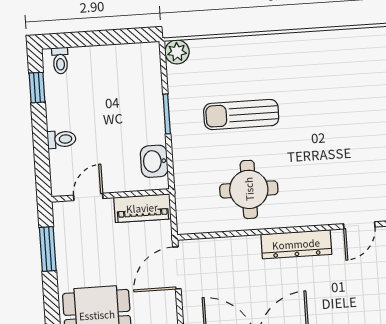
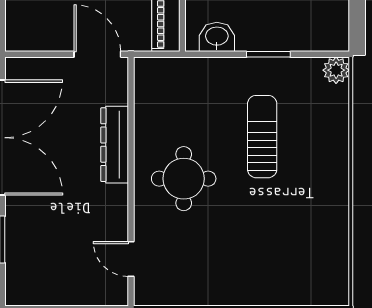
round table: (249, 189) -> (184, 179), moved
dresser: (296, 244) -> (115, 145), moved

